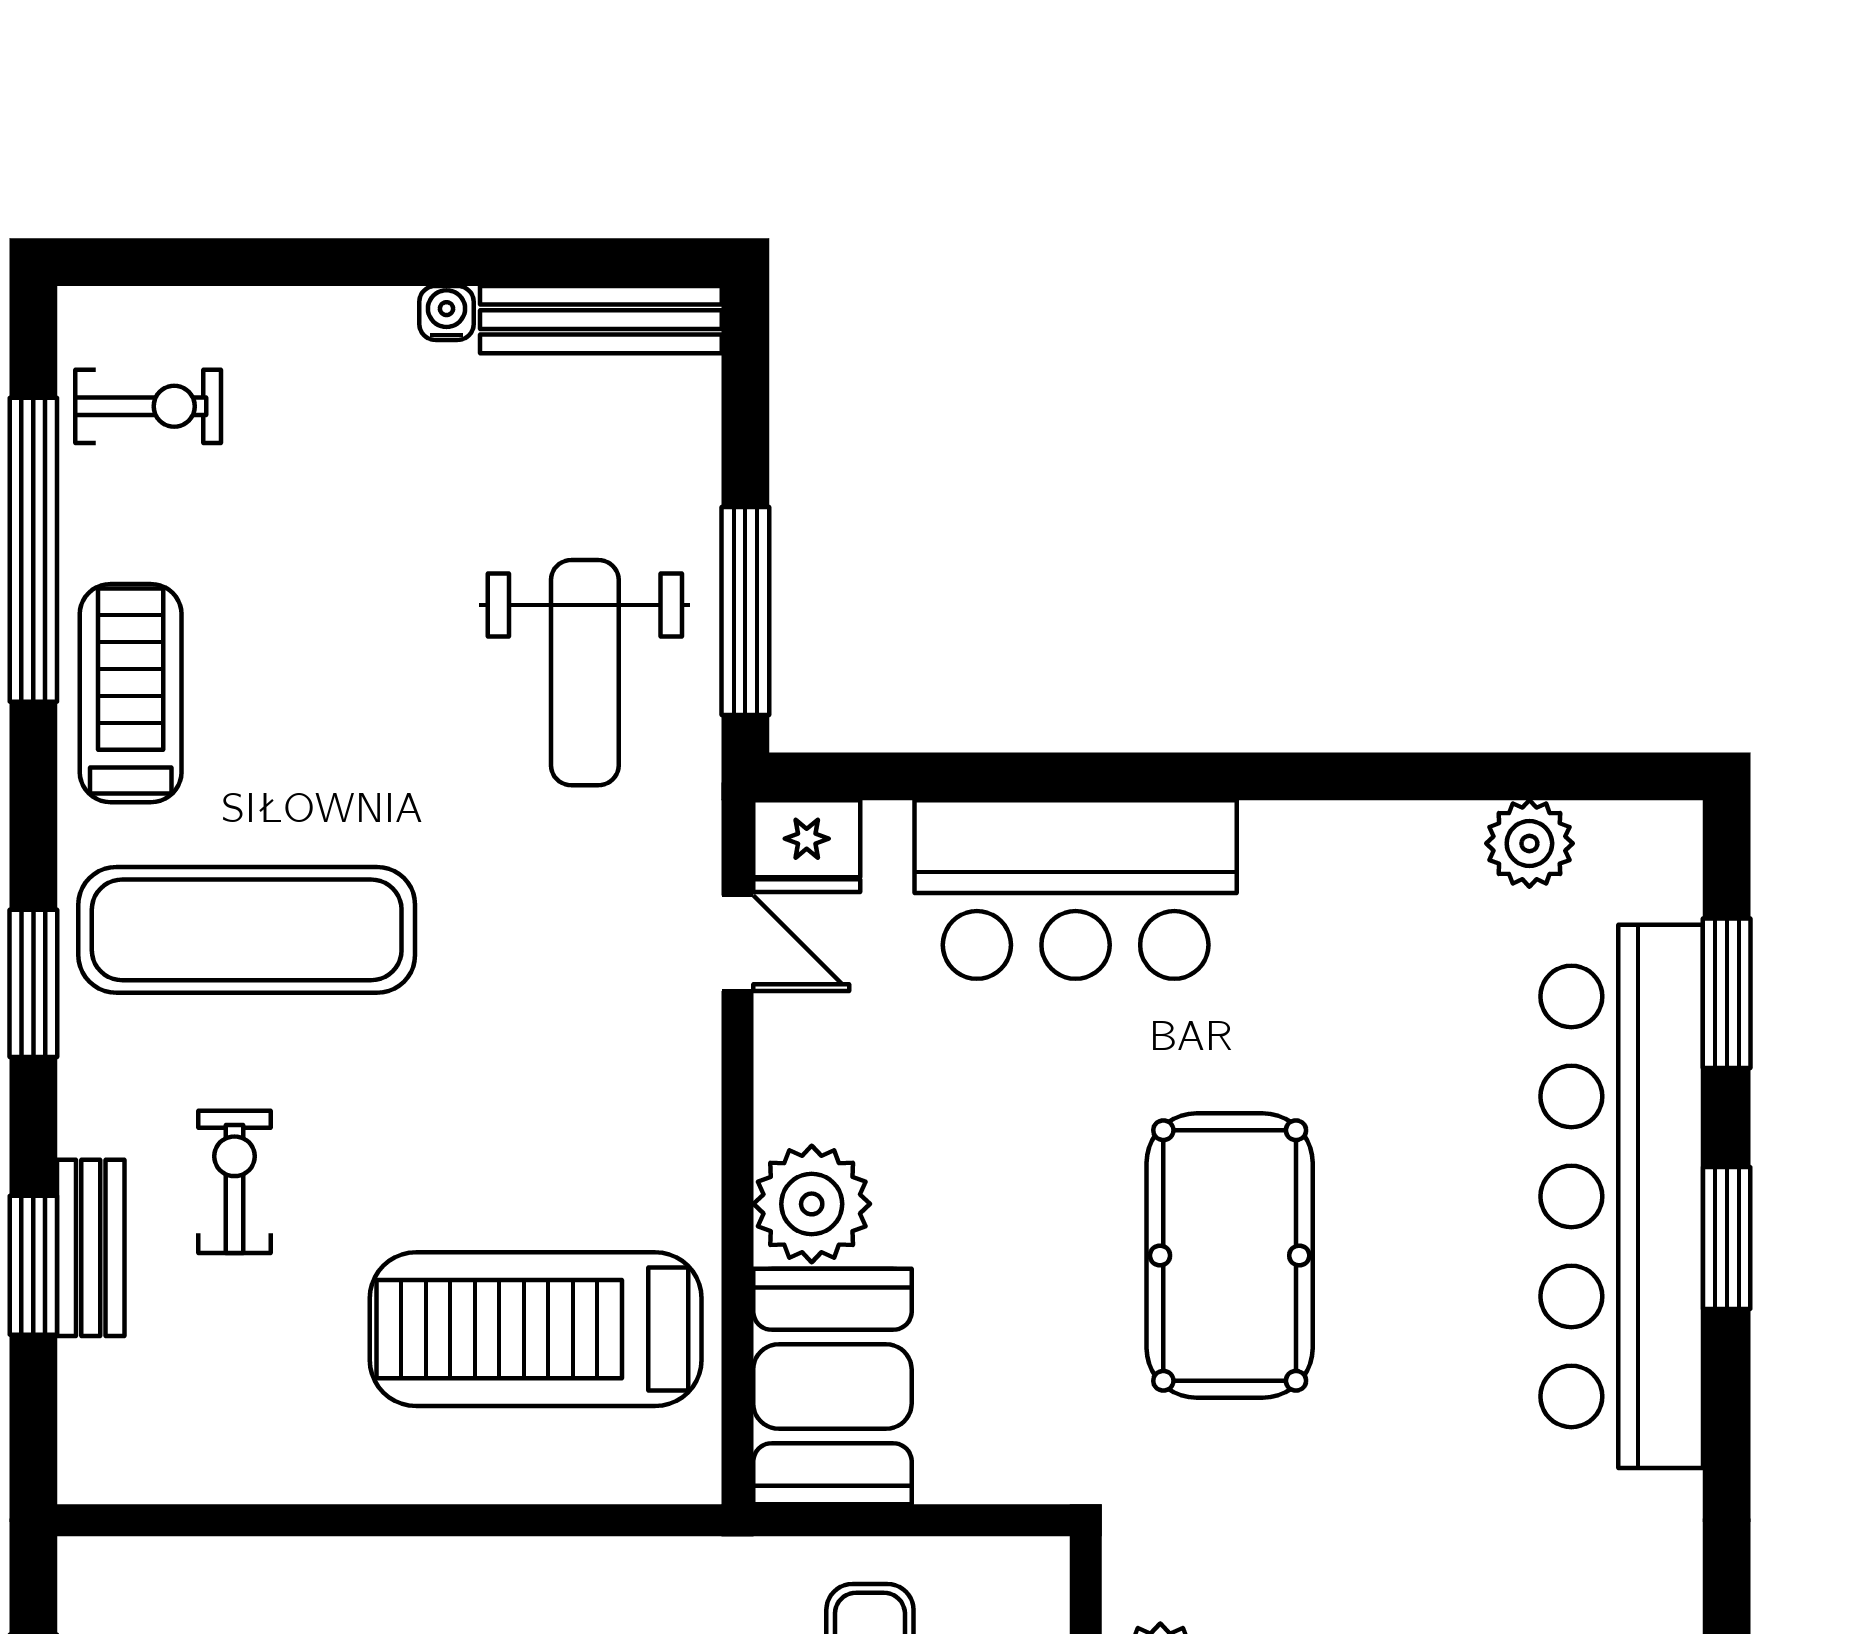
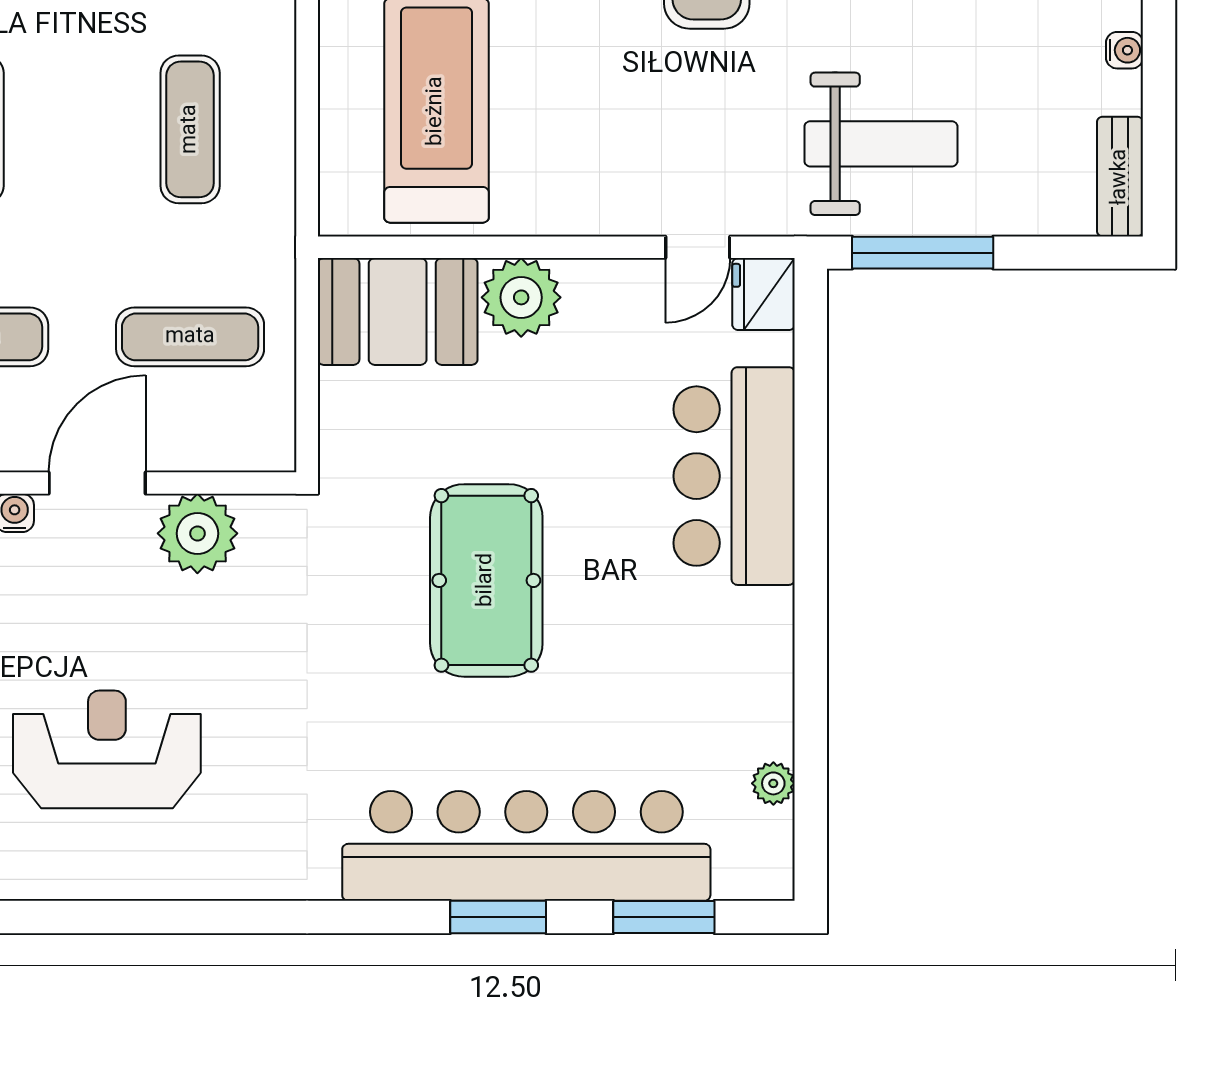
bench: (601, 320) -> (1120, 177), width x0.73
weight bench: (585, 673) -> (881, 144), turned 180
plant: (1529, 843) -> (773, 783), width x0.73, depth x0.73
pool table: (1230, 1255) -> (486, 580), turned 90

